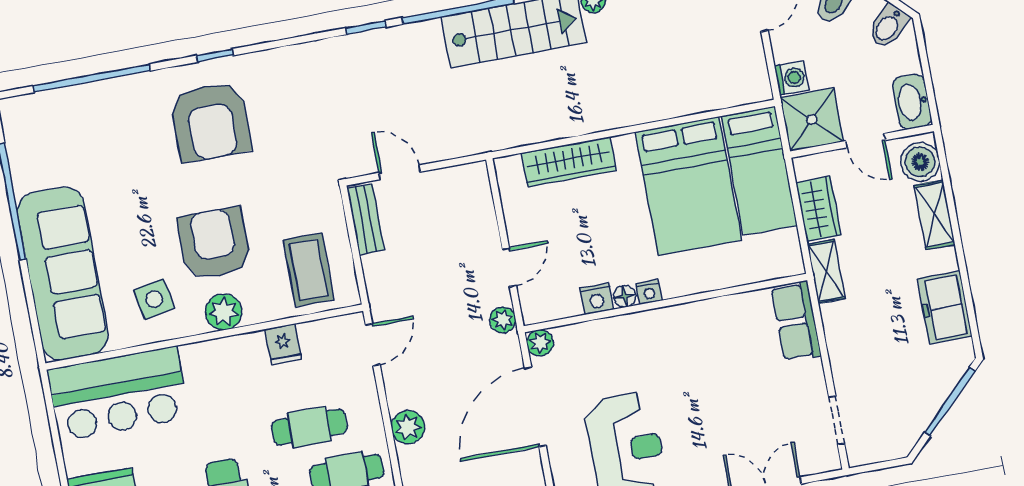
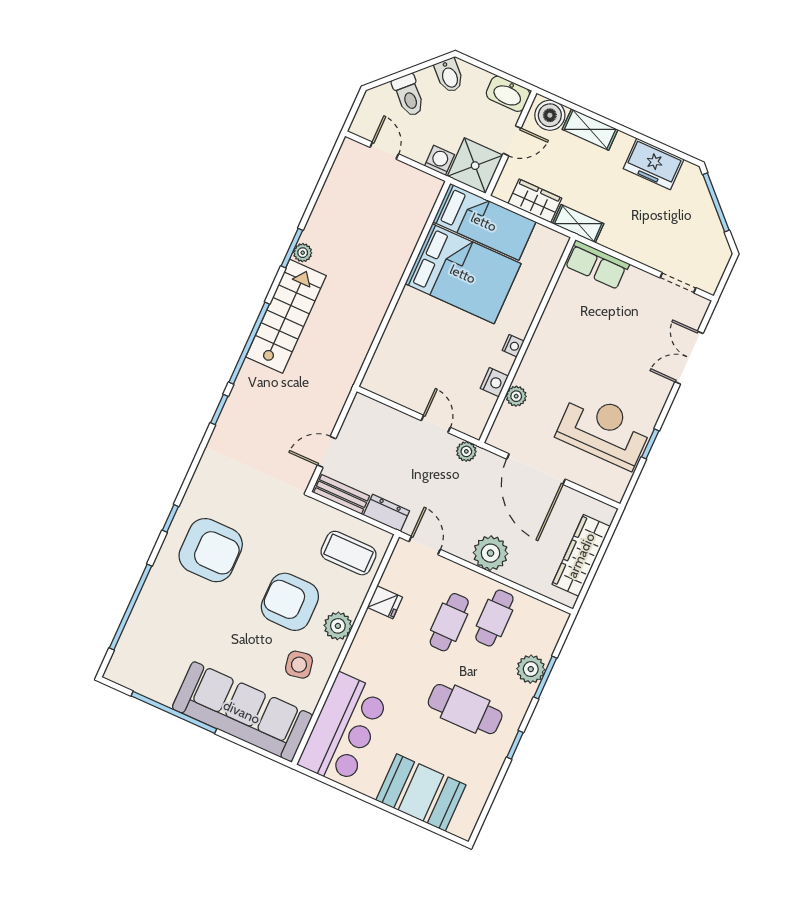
wardrobe: (569, 162) -> (395, 339), removed
dresser: (379, 280) -> (386, 513), added
floor lamp: (625, 296) -> (505, 363), removed
plant: (540, 343) -> (516, 396), moved
plant: (408, 427) -> (491, 553), width x1.36, depth x1.36

